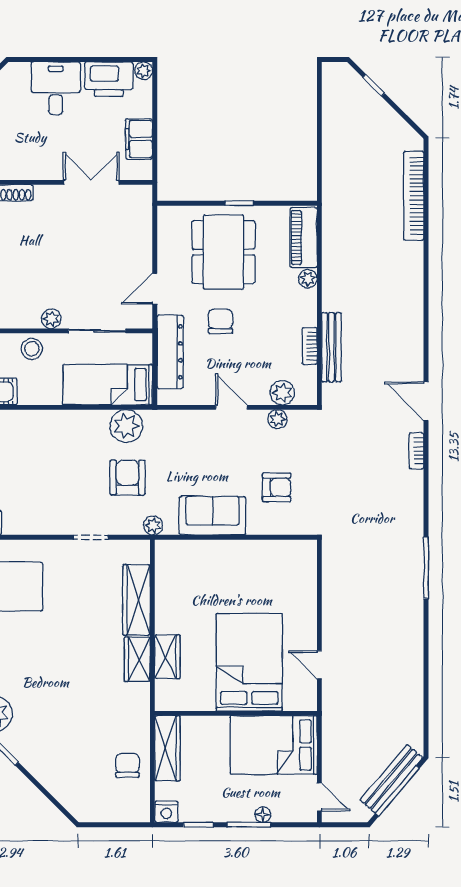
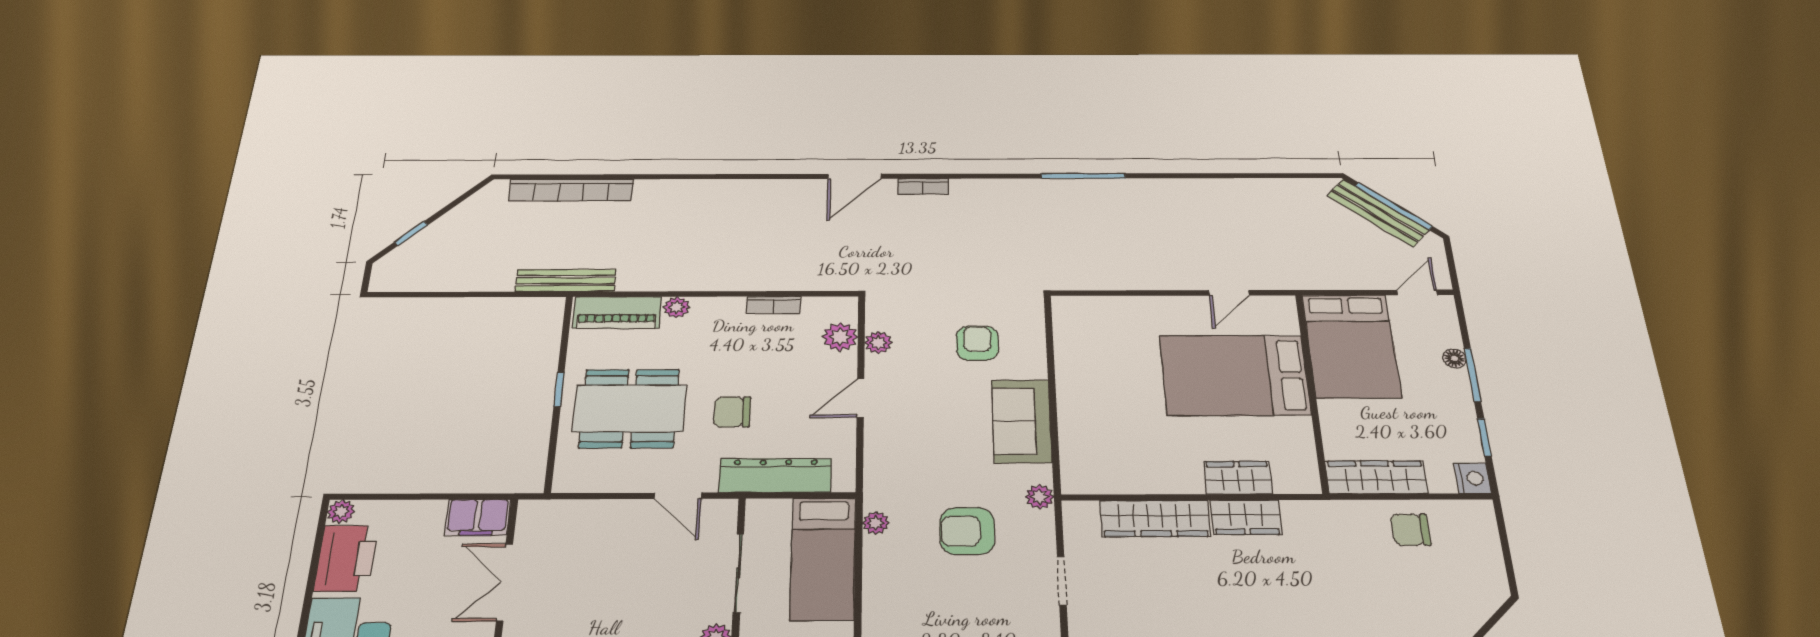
filing cabinet: (139, 139) -> (478, 517), moved
bench: (331, 347) -> (566, 281), moved
plant: (126, 426) -> (876, 523), width x0.53, depth x0.53

